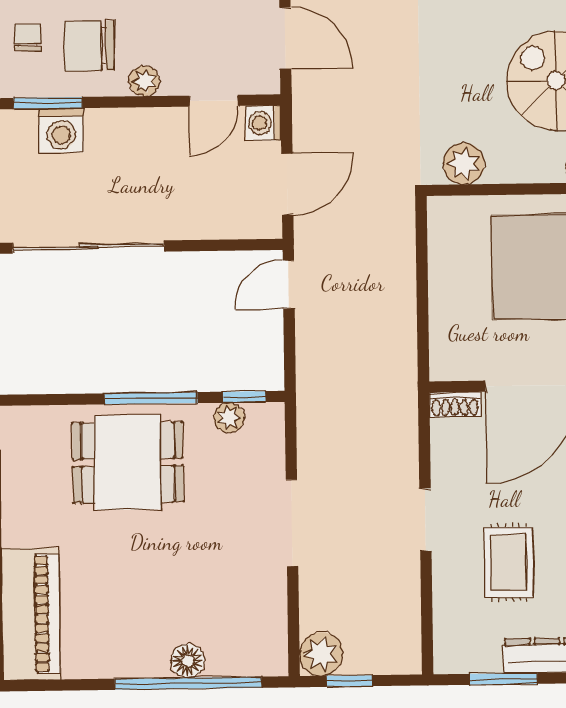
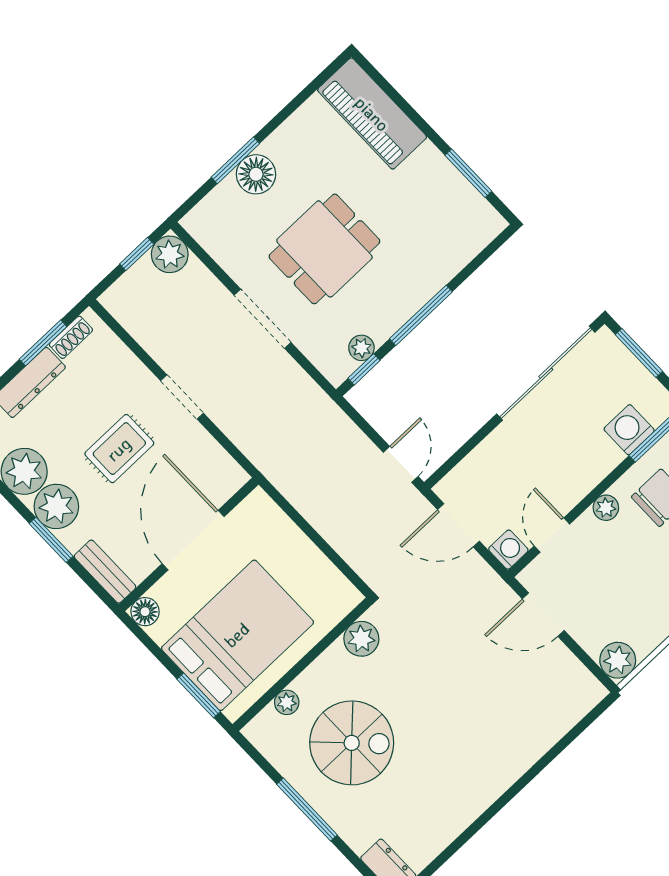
door: (287, 184) -> (459, 525), hinge flipped
shoe rack: (455, 405) -> (71, 337), moved, turned 180
dining table: (128, 462) -> (324, 249), moved
rug: (509, 562) -> (119, 449), moved, turned 90
floor lamp: (188, 661) -> (256, 174), width x1.38, depth x1.38
window: (188, 683) -> (235, 160), width x0.47

